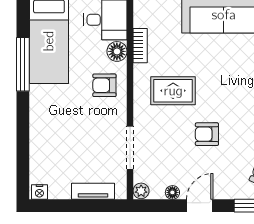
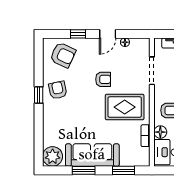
rug: (173, 91) -> (125, 107), width x1.36, depth x1.43
plant: (141, 191) -> (145, 43), removed

